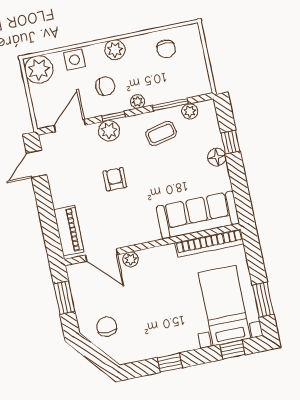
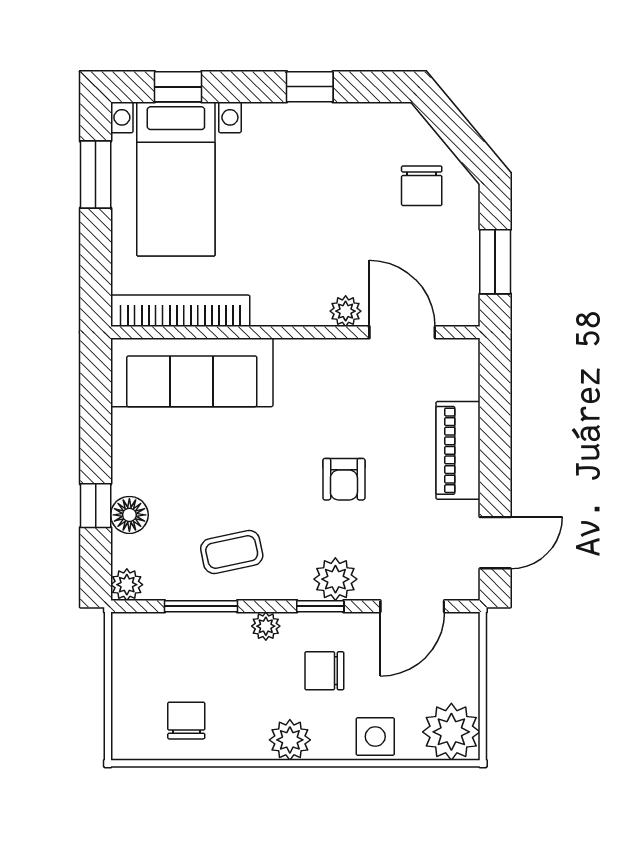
plant: (190, 111) -> (127, 585), moved
floor lamp: (217, 157) -> (129, 515), moved
piano: (69, 230) -> (458, 450), moved

